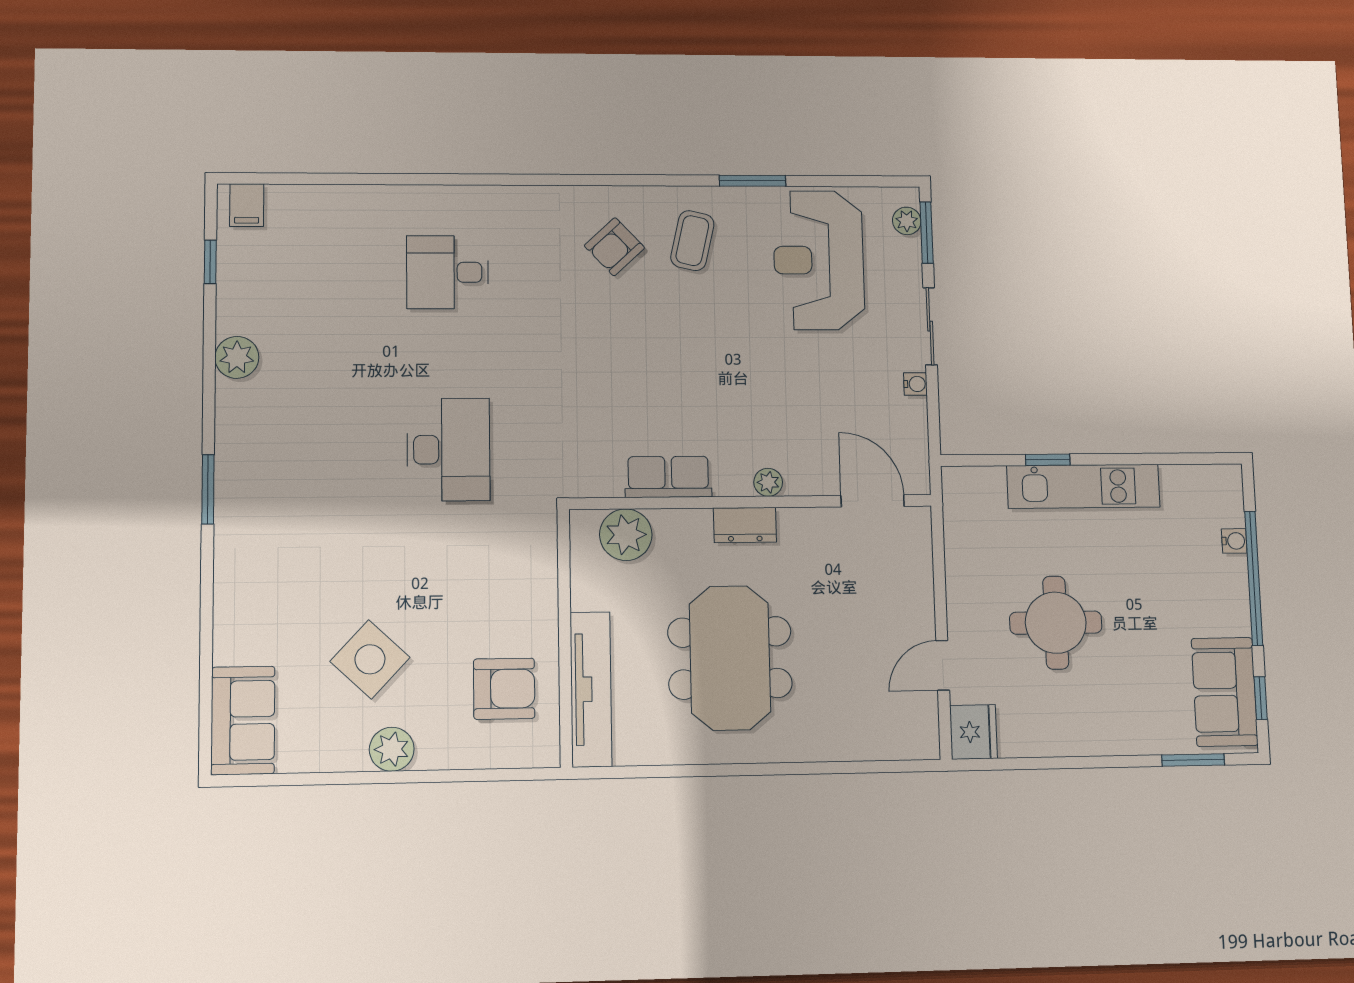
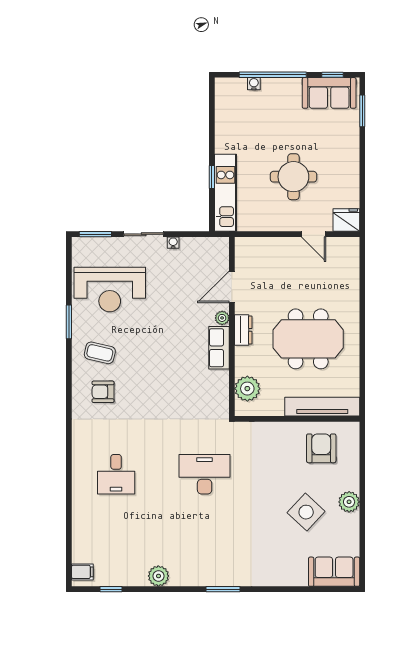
plant: (907, 221) -> (89, 244), removed
armchair: (614, 247) -> (103, 392), turned 133
row of seats: (668, 477) -> (219, 348), moved
kitchen unit: (1083, 486) -> (226, 193), moved
door: (873, 501) -> (232, 287), moved

